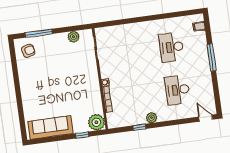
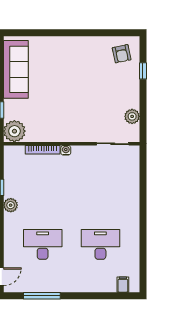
window: (39, 33) -> (143, 71), width x0.46
window: (212, 58) -> (42, 296), moved

